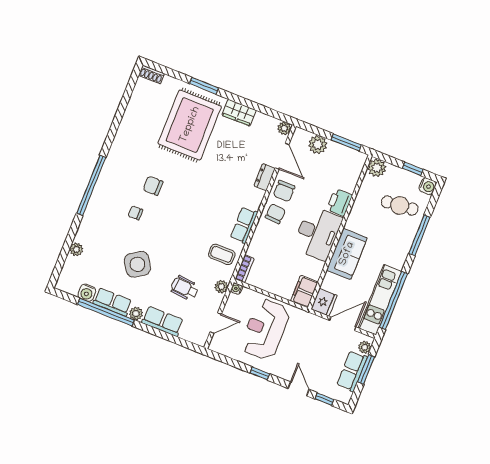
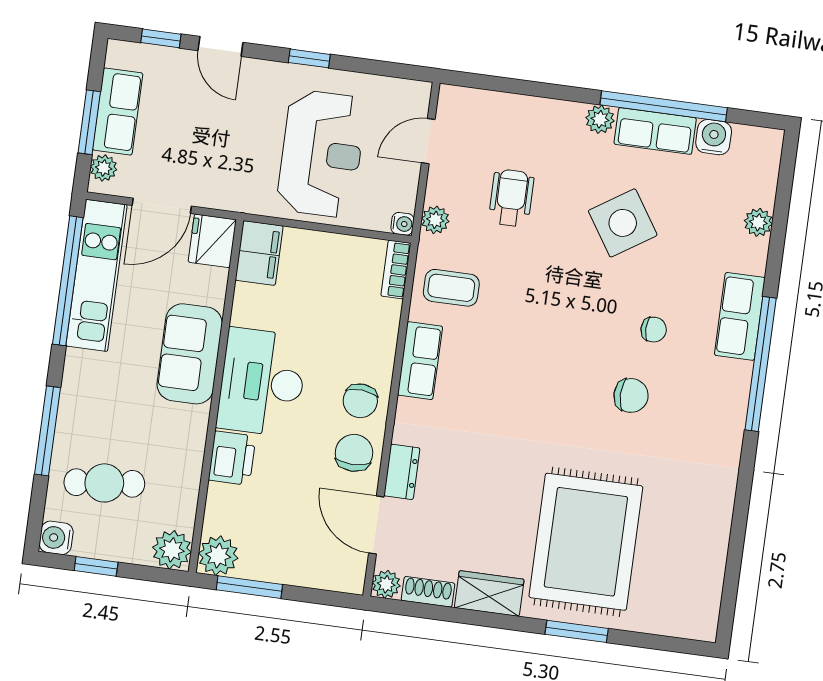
shoe rack: (151, 74) -> (428, 592), moved
plant: (318, 145) -> (218, 556), moved
wheelchair: (185, 288) -> (511, 198), turned -95
row of seats: (162, 321) -> (740, 316), moved, turned 90

